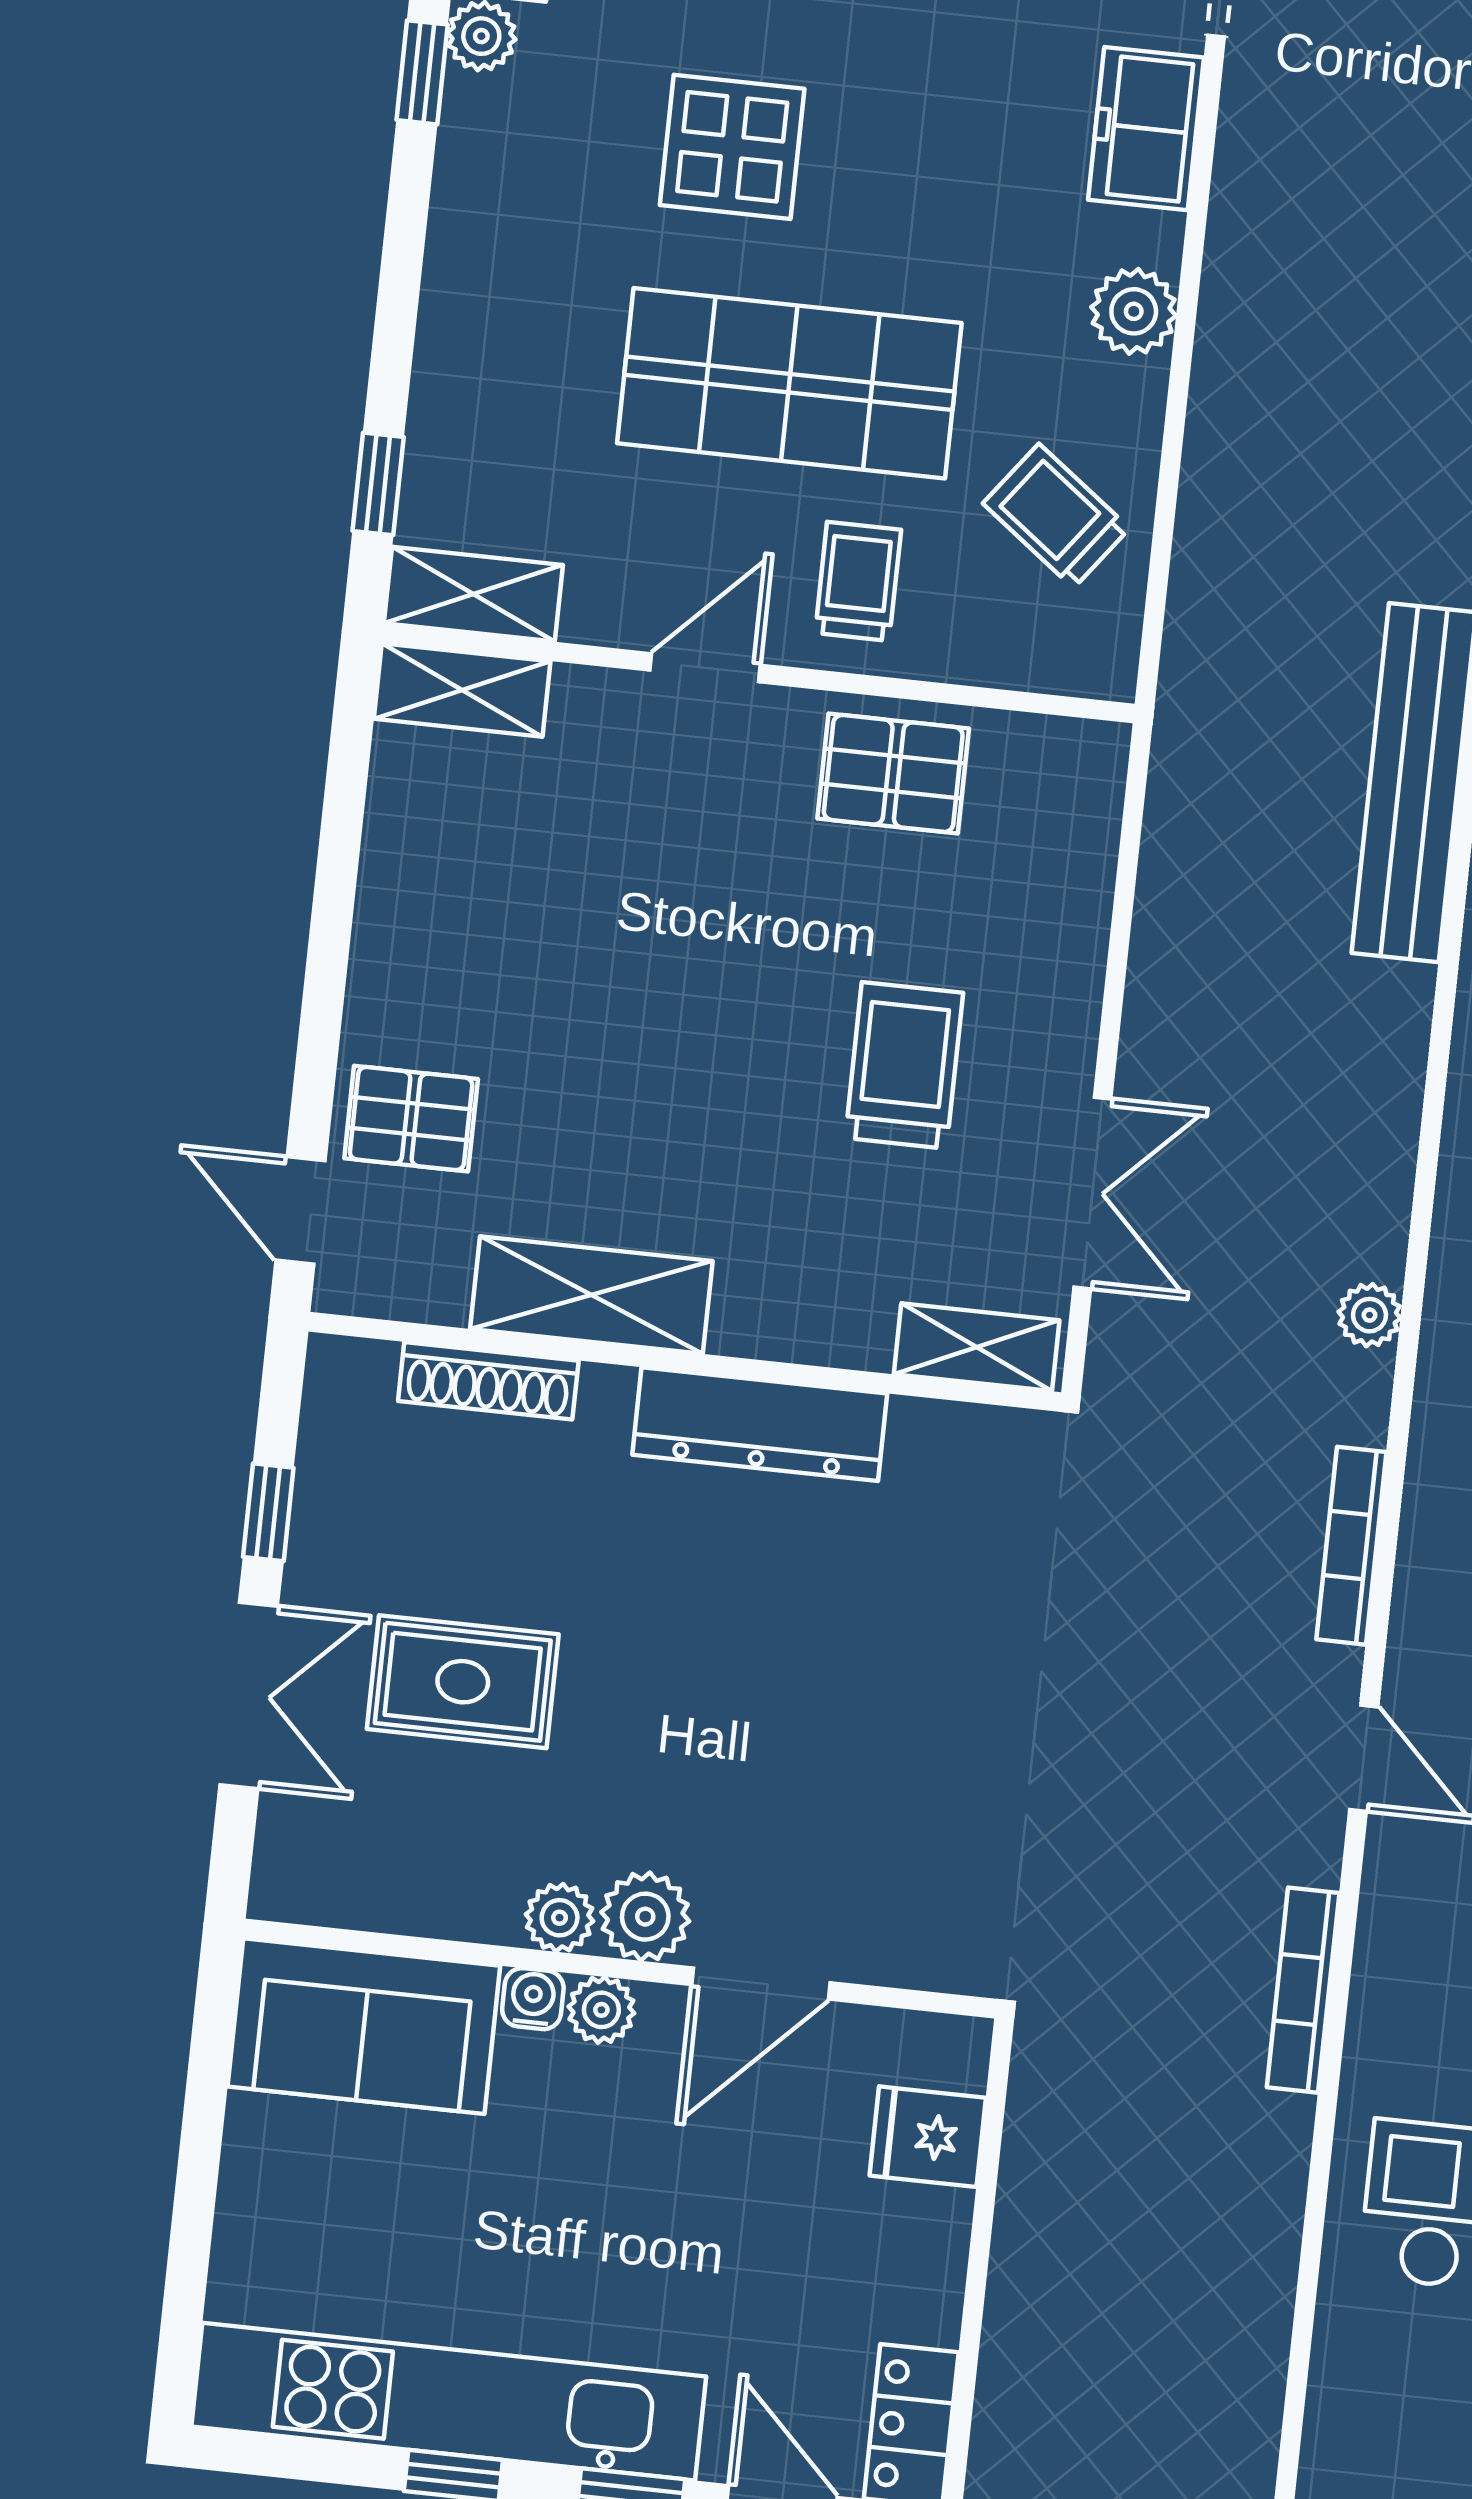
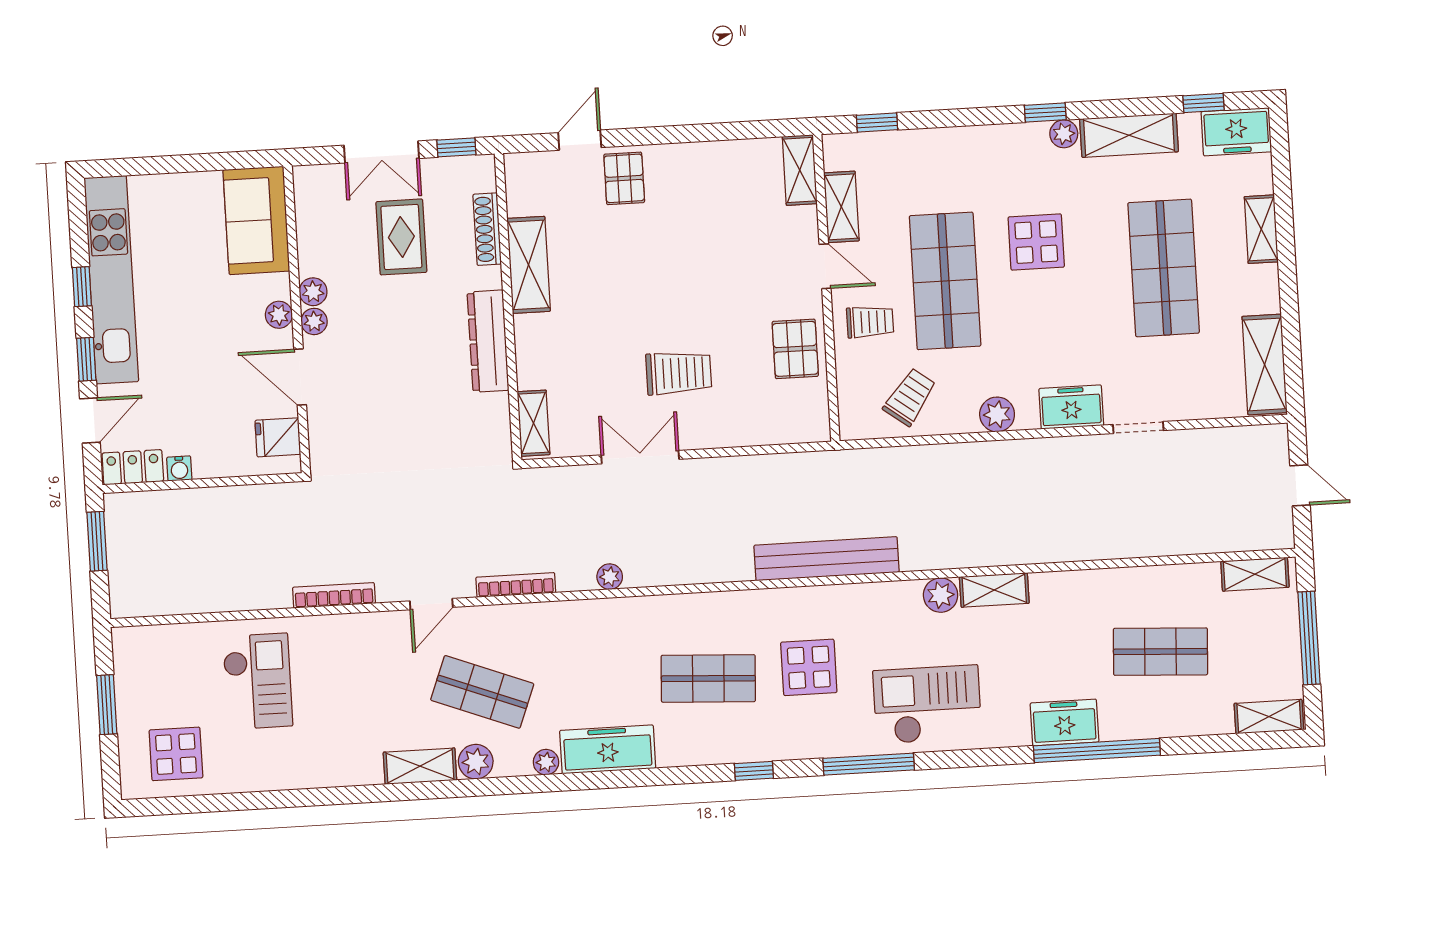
shelving: (473, 594) -> (841, 207), moved
double door: (1092, 1193) -> (640, 457), swing flipped
shelving: (591, 1295) -> (529, 265), moved
shelving: (977, 1347) -> (533, 423), moved
wall: (685, 1362) -> (508, 307), moved
shoe rack: (488, 1381) -> (487, 229), moved
dresser: (760, 1424) -> (488, 341), moved
plant: (645, 1917) -> (314, 321), width x0.73, depth x0.73
water cooler: (533, 1999) -> (179, 468), moved, turned 90
fridge: (928, 2137) -> (278, 437), moved, turned -90

